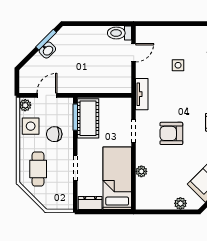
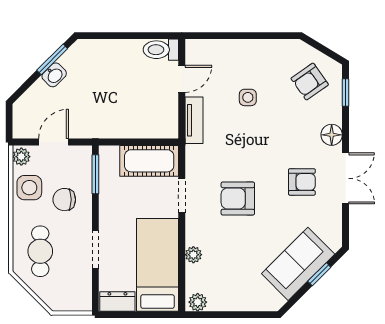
tv unit: (142, 94) -> (194, 120), moved
cot: (88, 118) -> (149, 161), moved, turned 90
plant: (180, 203) -> (198, 302), moved

